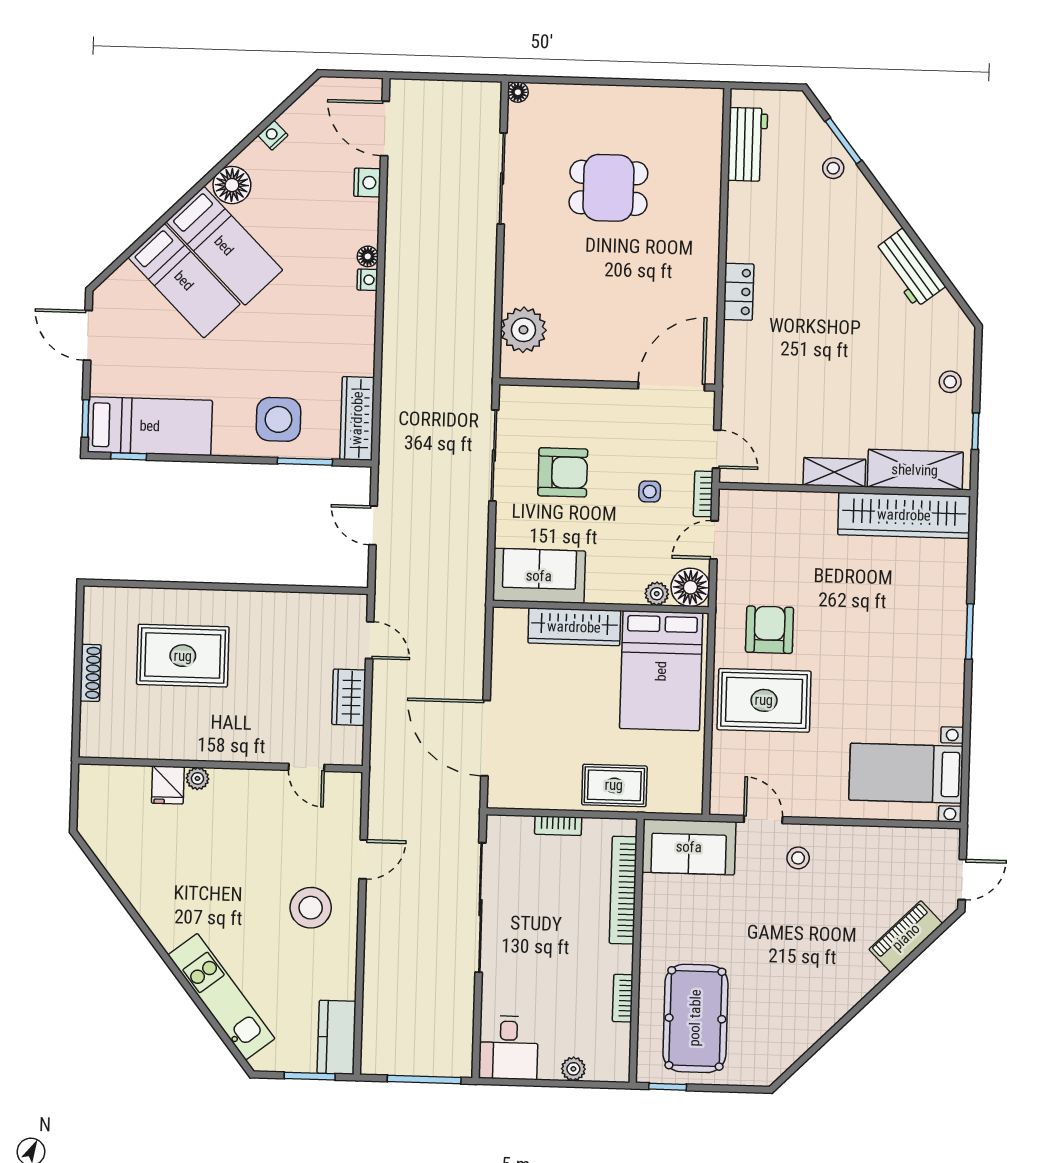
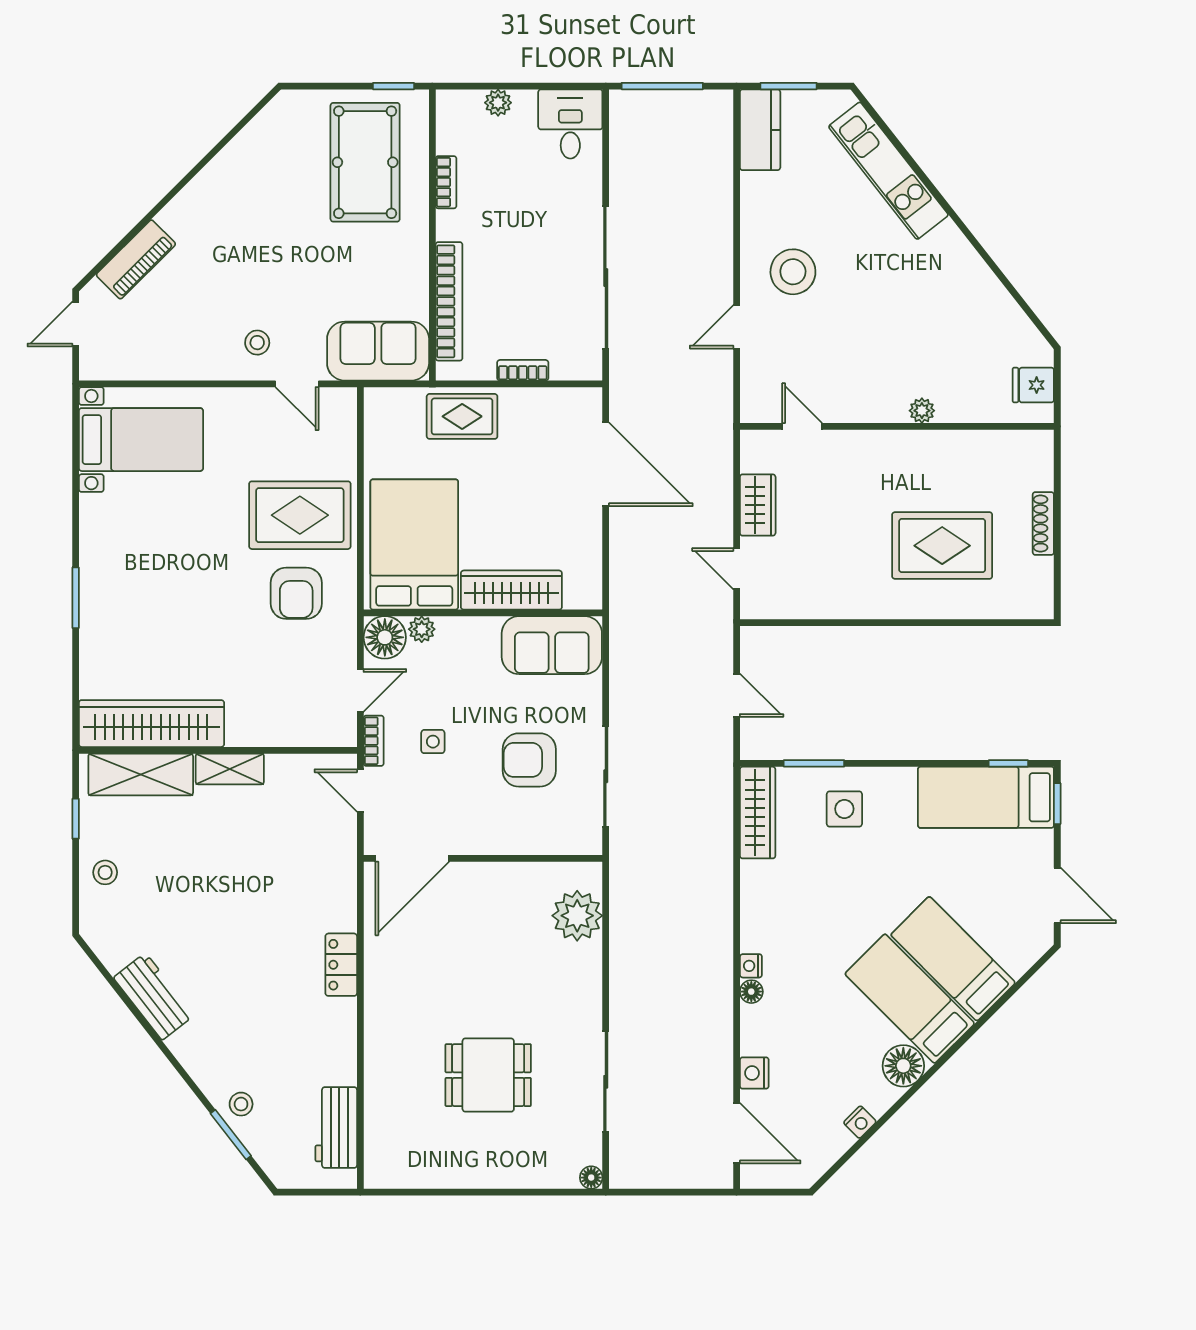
side table: (278, 419) -> (844, 809), width x0.73, depth x0.73
fridge: (168, 785) -> (1033, 385), moved, turned -90

